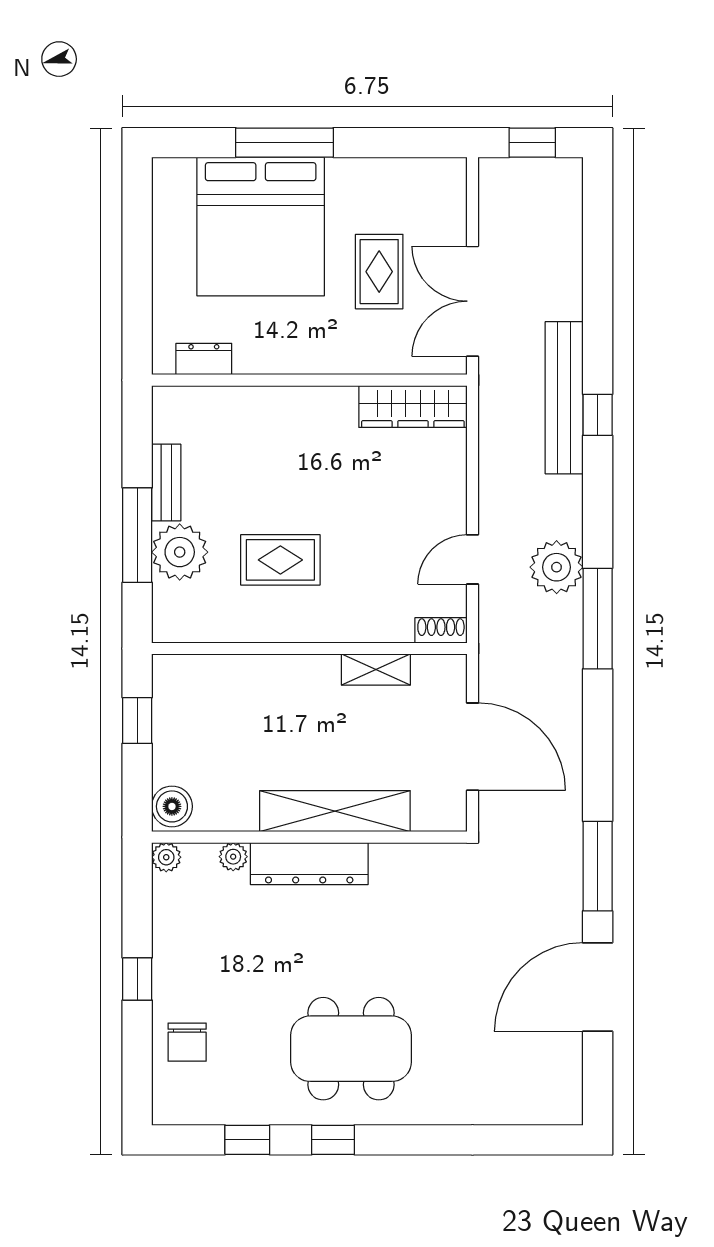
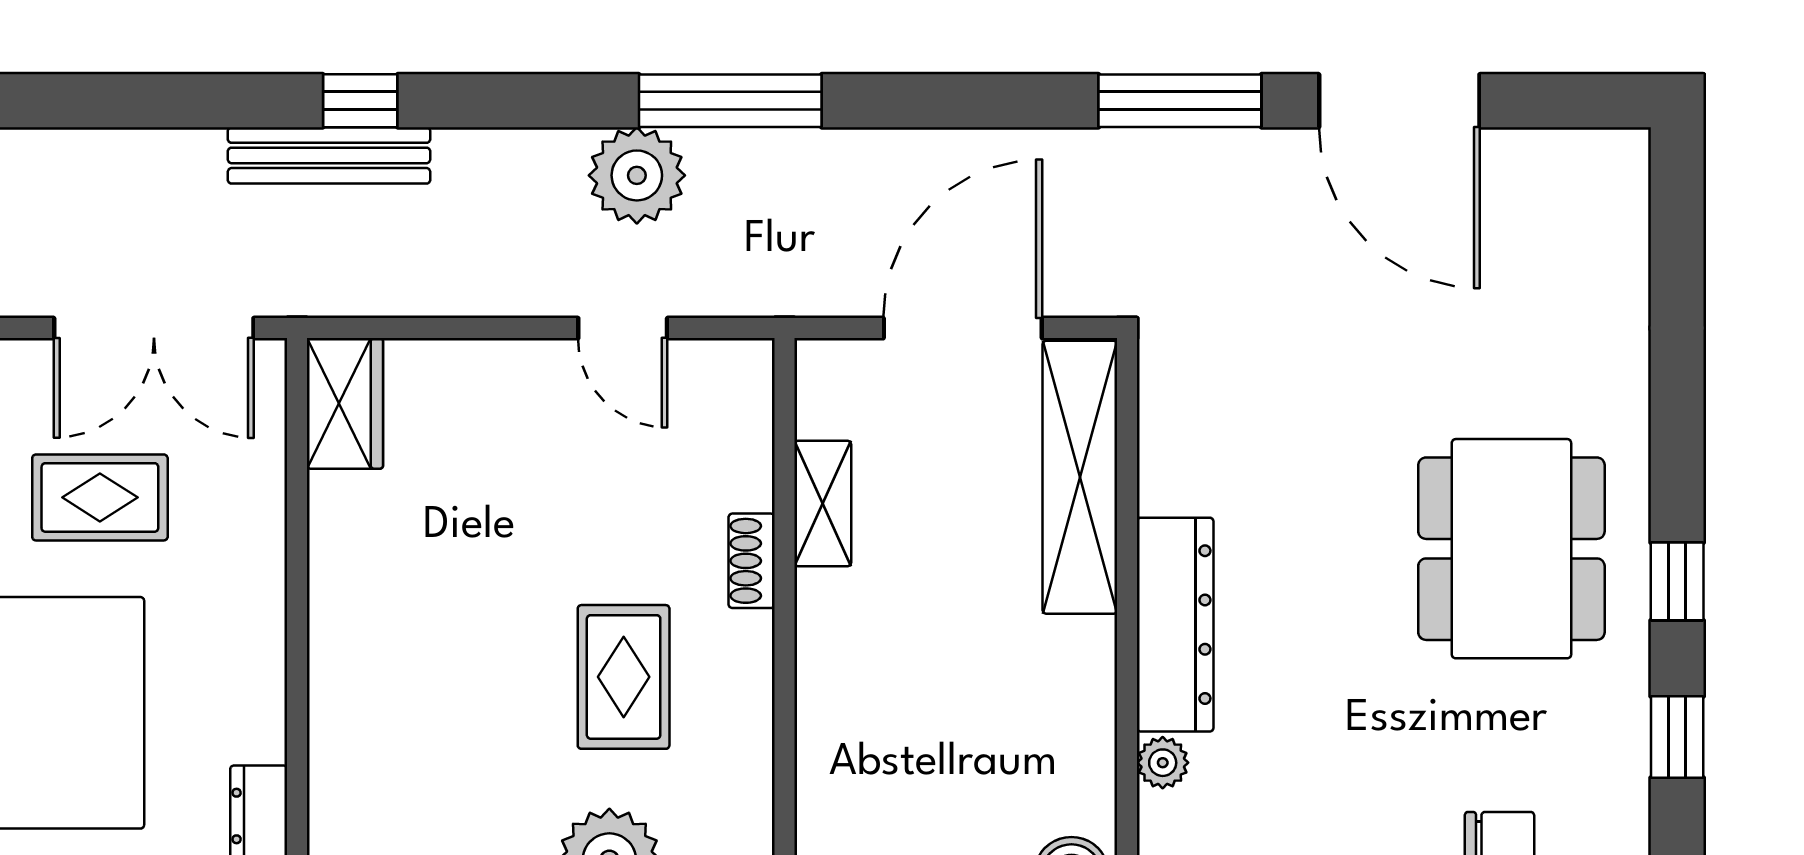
bench: (564, 398) -> (329, 155), width x0.73, depth x0.82
wardrobe: (413, 406) -> (345, 403), width x0.67
shoe rack: (441, 630) -> (752, 561), moved
shelving: (335, 811) -> (1080, 477), moved

